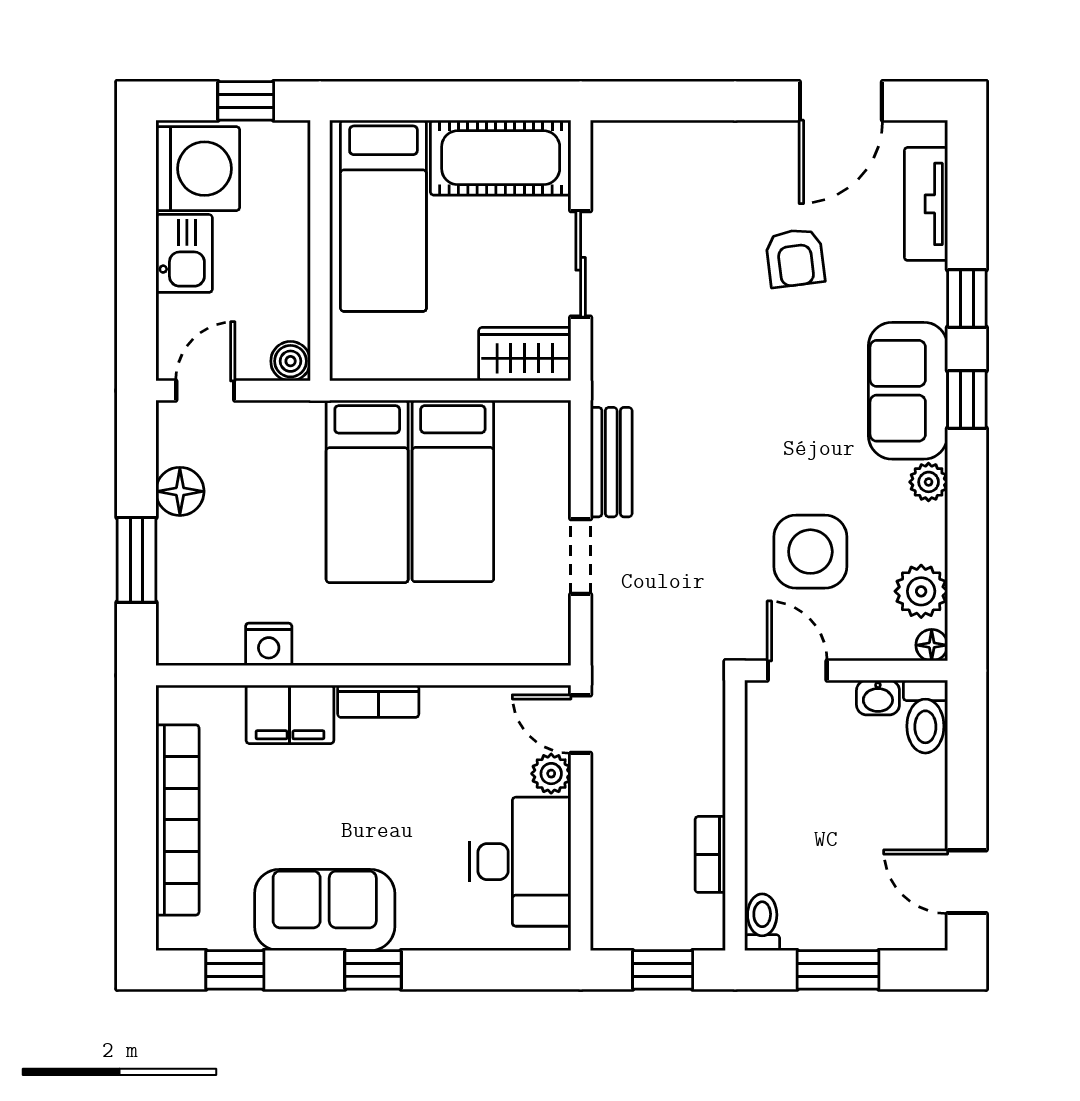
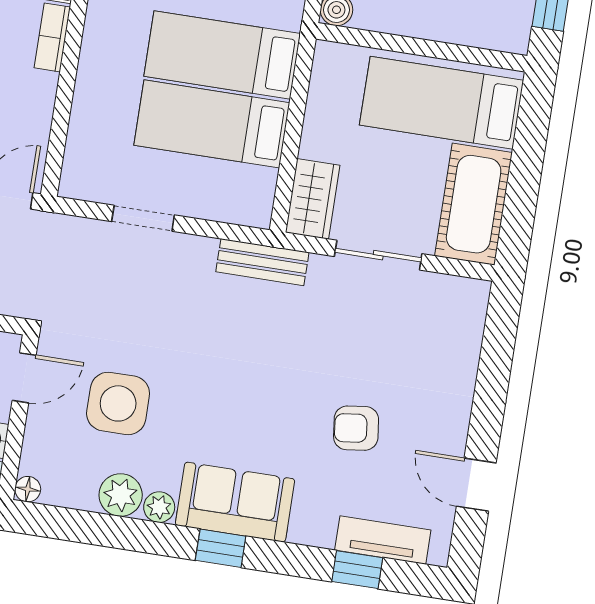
door: (841, 101) -> (476, 485), width x0.73
window: (967, 299) -> (357, 570), moved
bench: (611, 462) -> (262, 262), moved
plant: (921, 591) -> (121, 495), moved

